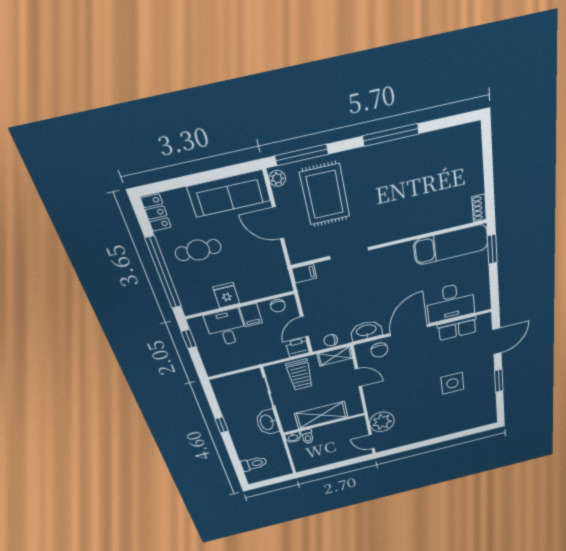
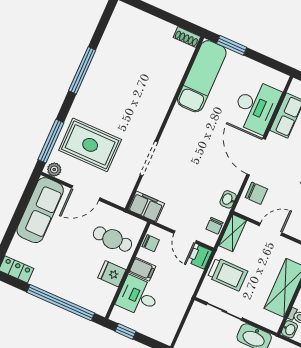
cafe table: (198, 250) -> (112, 239), moved, turned 90
filing cabinet: (304, 273) -> (146, 207), width x2.00
washbasin: (366, 331) -> (228, 199), width x0.52, depth x0.69

